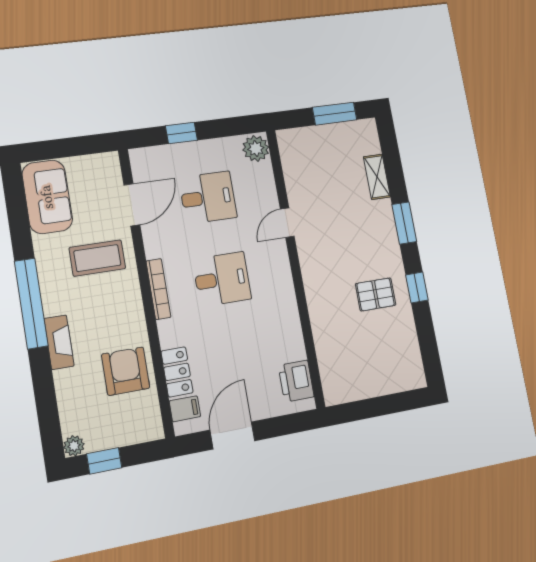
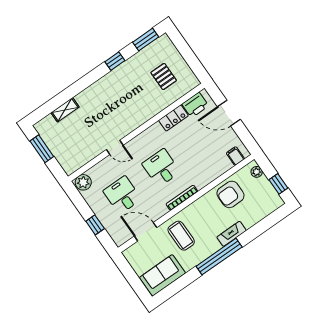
window: (404, 223) -> (146, 40), moved
pallet: (376, 294) -> (164, 76), moved
locker: (177, 372) -> (173, 118), moved, turned 180
door: (232, 435) -> (229, 113), moved
plant: (74, 446) -> (257, 172), moved

